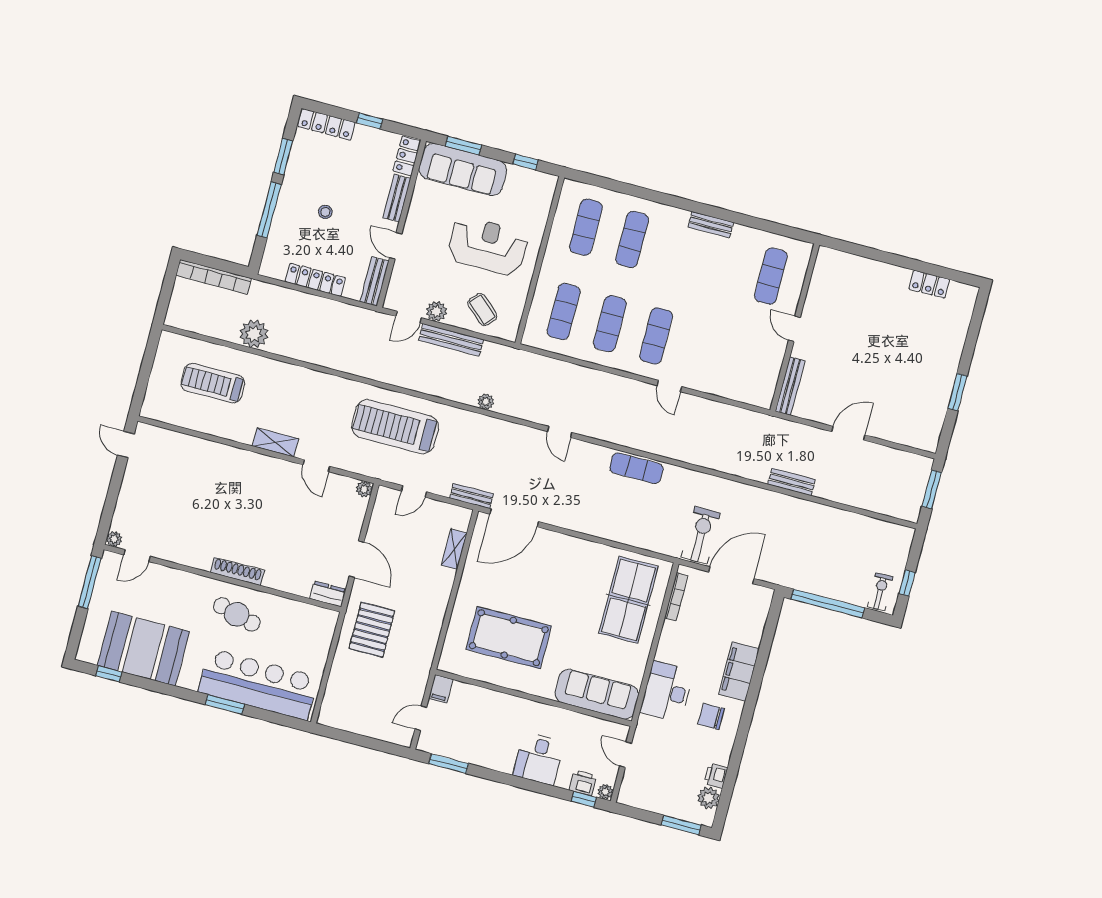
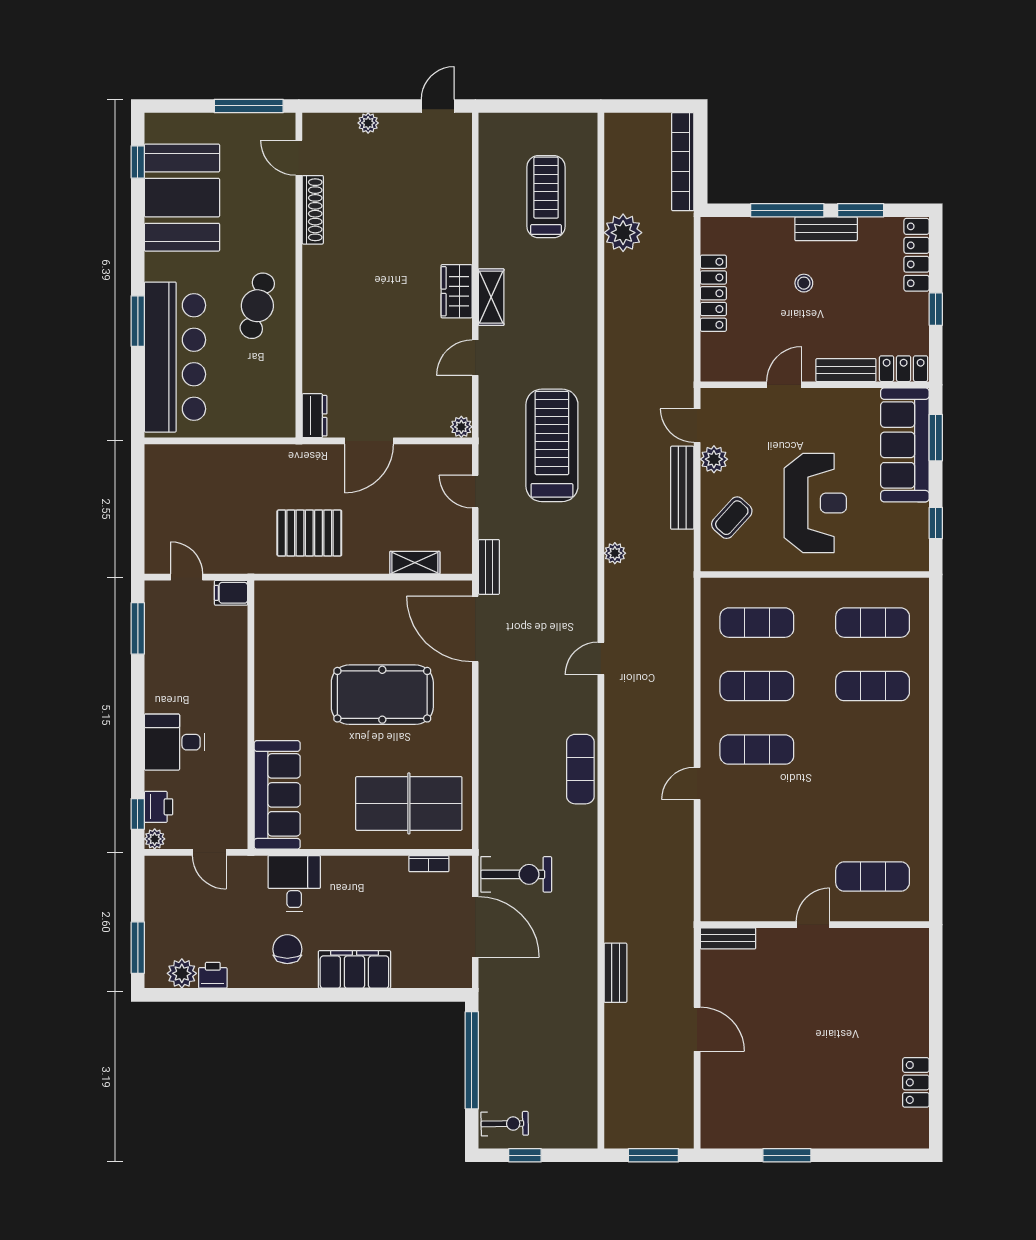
bench: (711, 225) -> (918, 782), removed
bench: (374, 281) -> (826, 229), moved
bench: (790, 386) -> (728, 938), width x0.73
wardrobe: (264, 466) -> (457, 291), added
plant: (114, 539) -> (368, 123), moved
shoe rack: (237, 571) -> (313, 210), moved
bookcase: (676, 597) -> (429, 864), width x0.64
pallet: (372, 630) -> (309, 533), moved
pool table: (509, 638) -> (382, 695), moved, turned 90
desk: (667, 692) -> (294, 884), width x0.73
door: (626, 755) -> (209, 852), swing flipped

